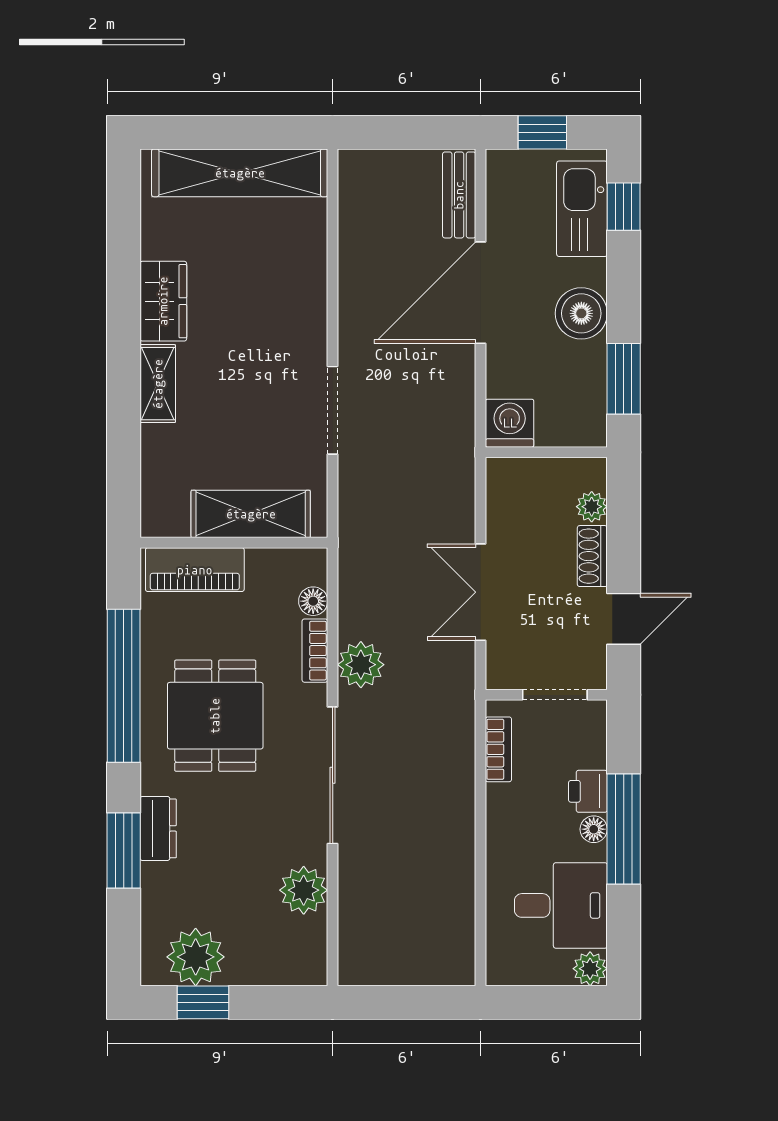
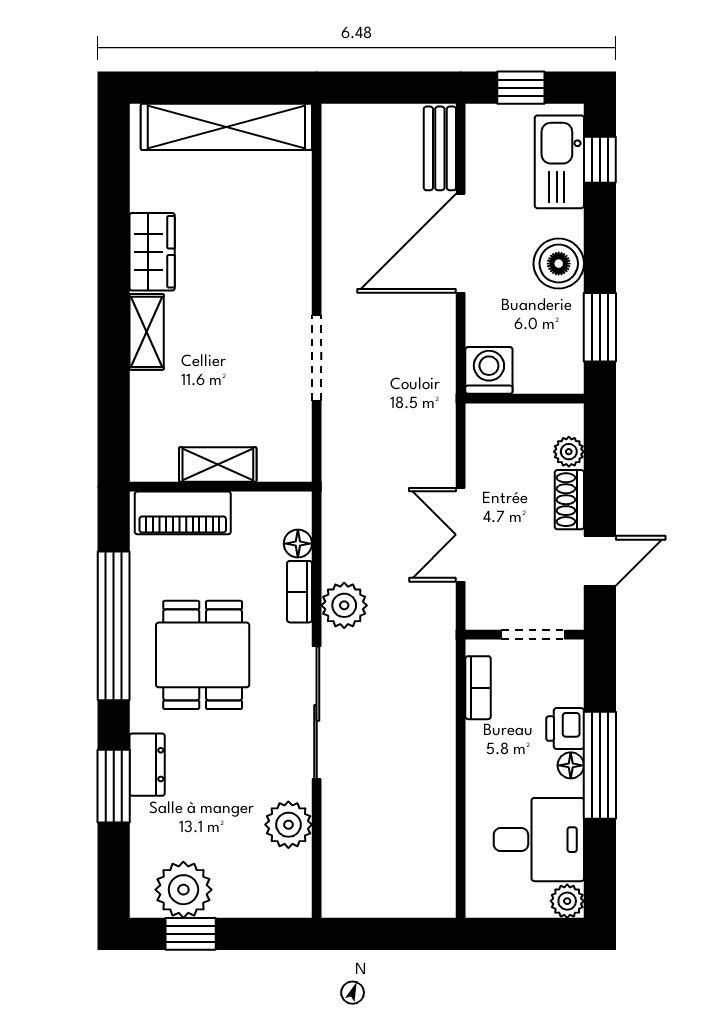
shelving: (251, 514) -> (218, 464), width x0.67, depth x0.75

